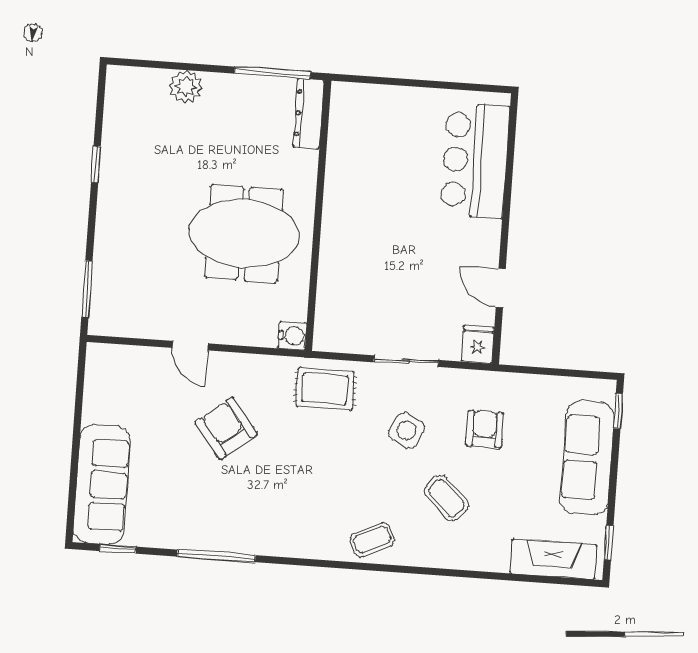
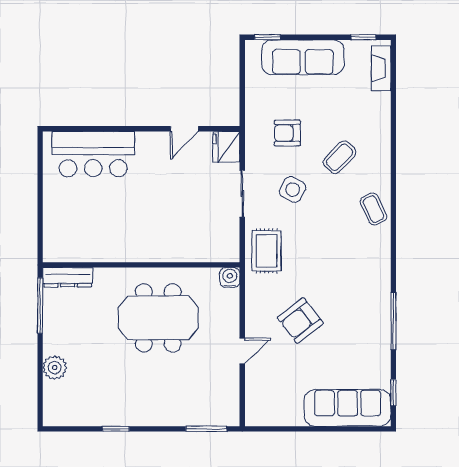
meeting table: (244, 234) -> (158, 318), turned 90
fridge: (478, 344) -> (226, 147), width x1.38
fireplace: (553, 559) -> (381, 68), width x0.73, depth x0.76

